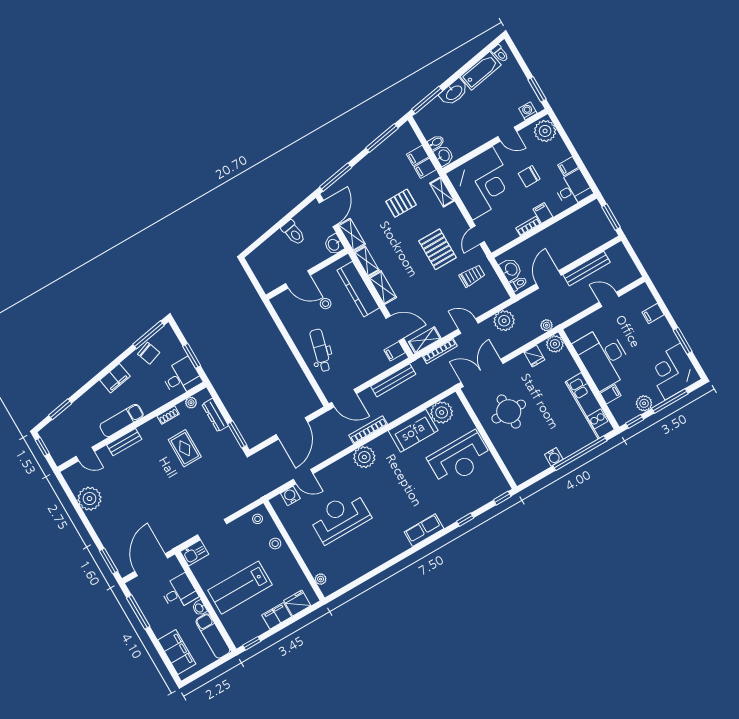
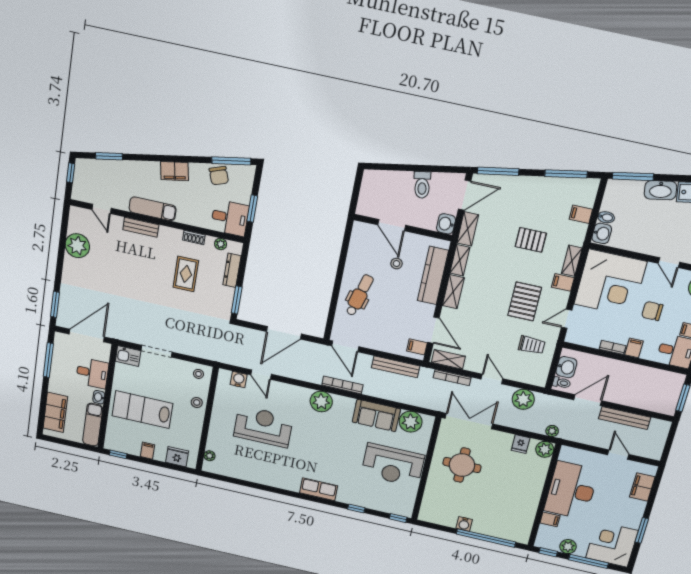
filing cabinet: (425, 168) -> (563, 282), moved
filing cabinet: (653, 313) -> (642, 487), width x2.00
kitchen unit: (590, 406) -> (526, 514), removed
filing cabinet: (277, 616) -> (148, 451), width x0.50

